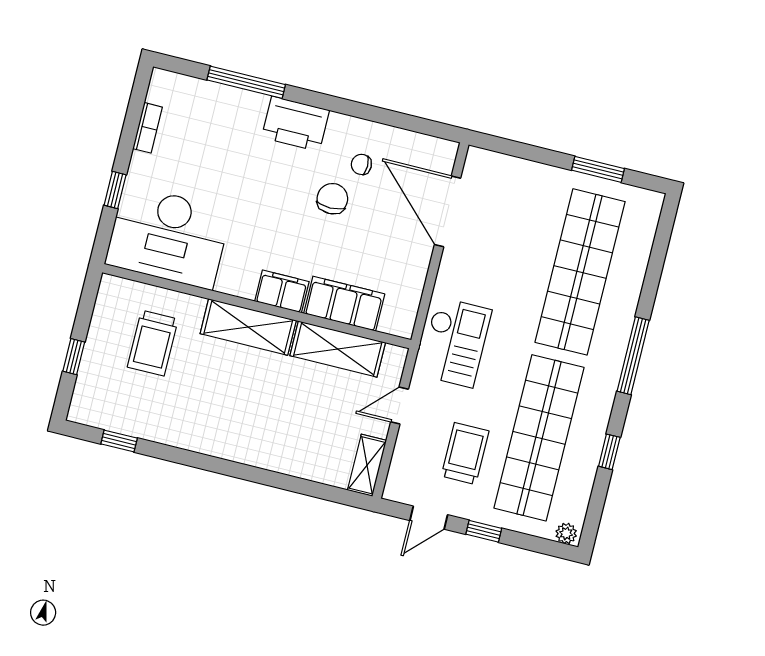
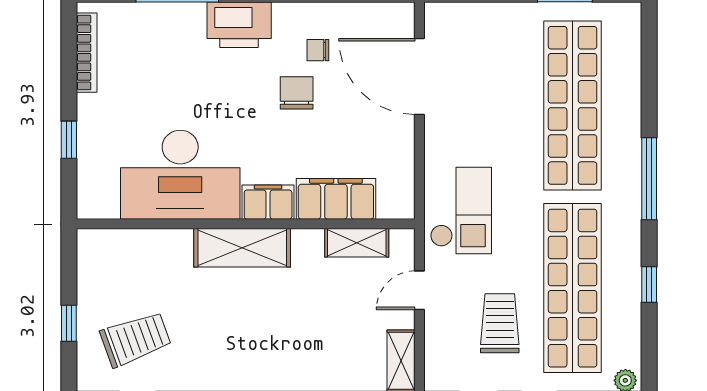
bookcase: (148, 128) -> (87, 53), width x1.56
desk: (168, 237) -> (180, 175), moved
trolley: (153, 343) -> (136, 339), moved, turned -110
shelving: (338, 349) -> (357, 243), width x0.67, depth x0.75

